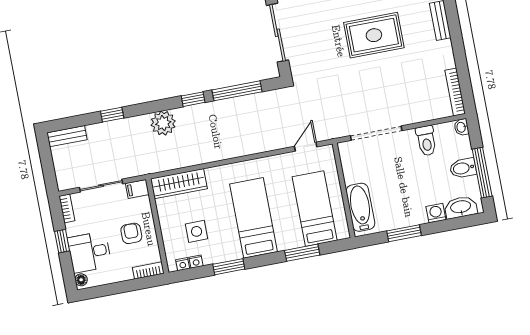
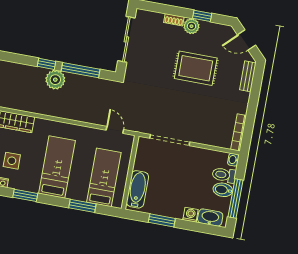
plant: (163, 123) -> (55, 80), moved
toilet: (426, 141) -> (224, 175), moved, turned 90
door: (306, 147) -> (115, 130), hinge flipped

